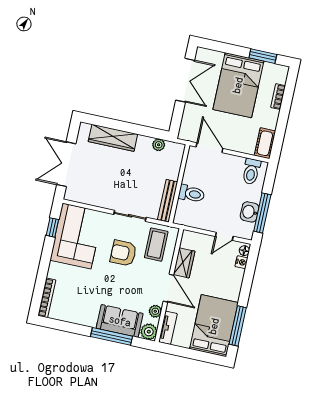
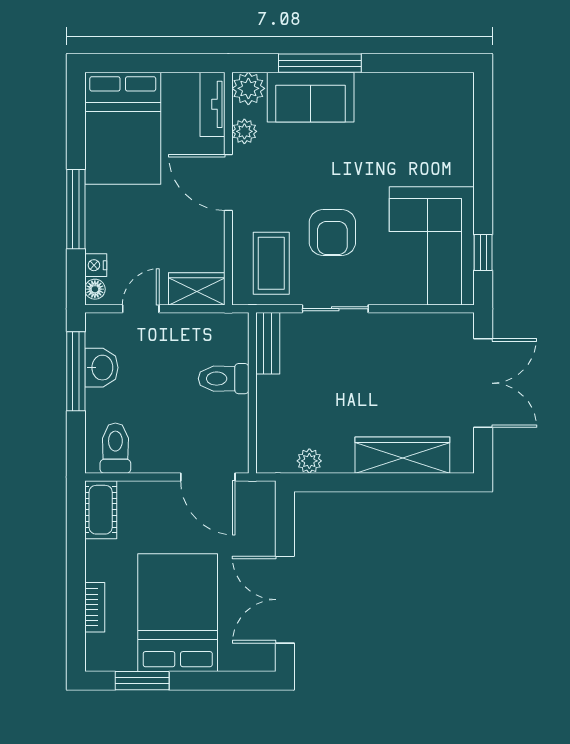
bench: (168, 201) -> (268, 343), width x0.73
armchair: (123, 253) -> (332, 232), turned 90
wardrobe: (184, 263) -> (197, 289), moved, turned 90
bookcase: (47, 298) -> (464, 111), removed
window: (238, 326) -> (76, 209), moved

